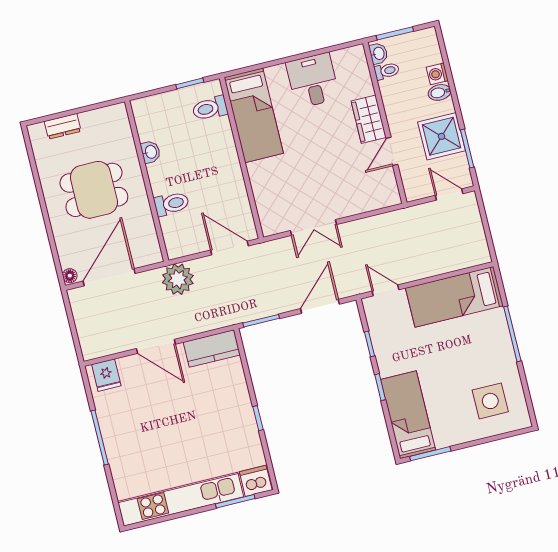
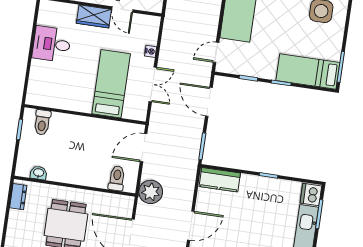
bed: (254, 115) -> (111, 84), moved, turned -90
dresser: (63, 126) -> (18, 197), moved
washbasin: (150, 152) -> (39, 173), moved
toilet: (171, 204) -> (117, 178), moved
nightstand: (354, 208) -> (151, 51), added
kitchen counter: (212, 348) -> (220, 180), moved, turned 90

